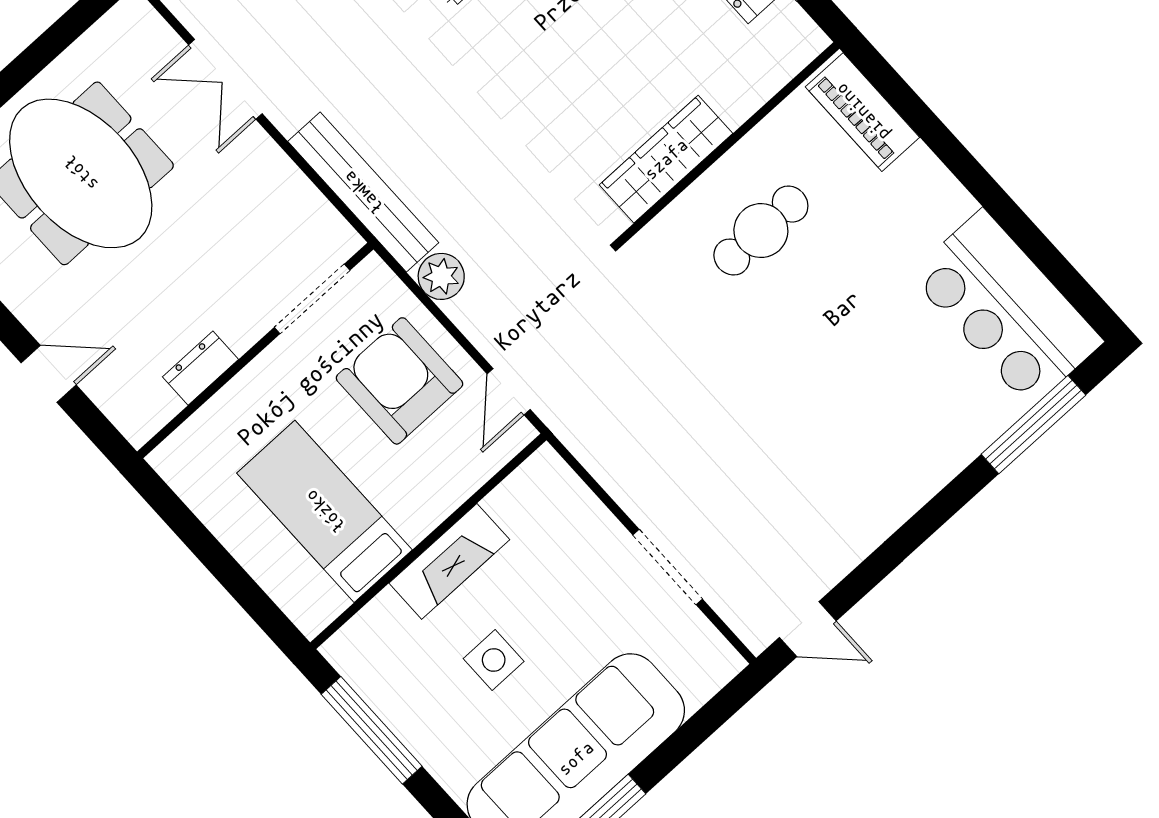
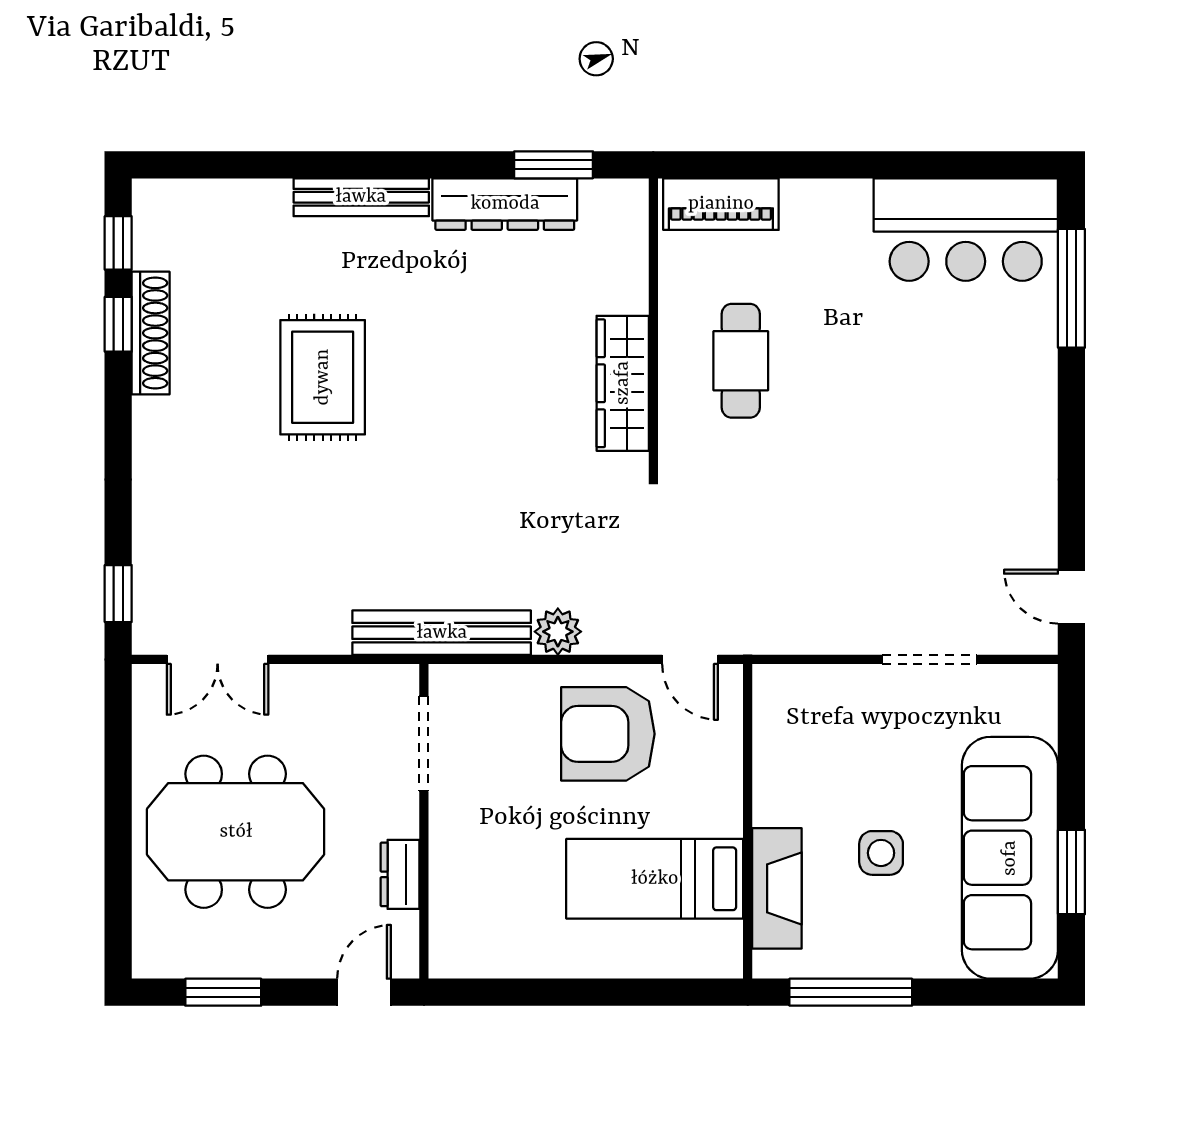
double door: (225, 79) -> (218, 659), moved
doorway: (312, 299) -> (424, 744), moved
wall: (255, 350) -> (424, 821), moved
dresser: (200, 368) -> (400, 874), moved
fireplace: (449, 561) -> (777, 888), moved
door: (808, 629) -> (1071, 597), swing flipped

